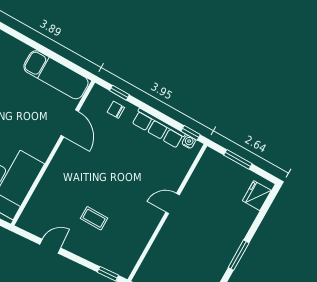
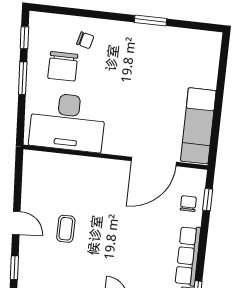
door: (70, 123) -> (154, 162), width x1.36
door: (50, 246) -> (16, 223), moved

